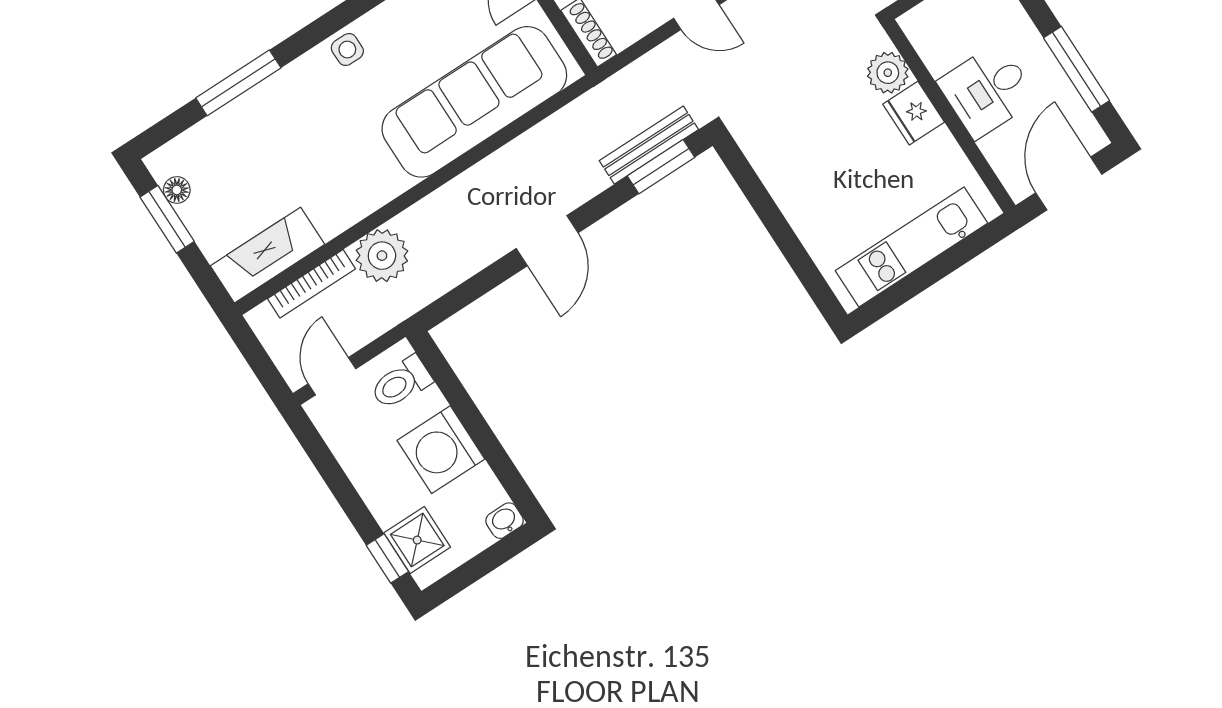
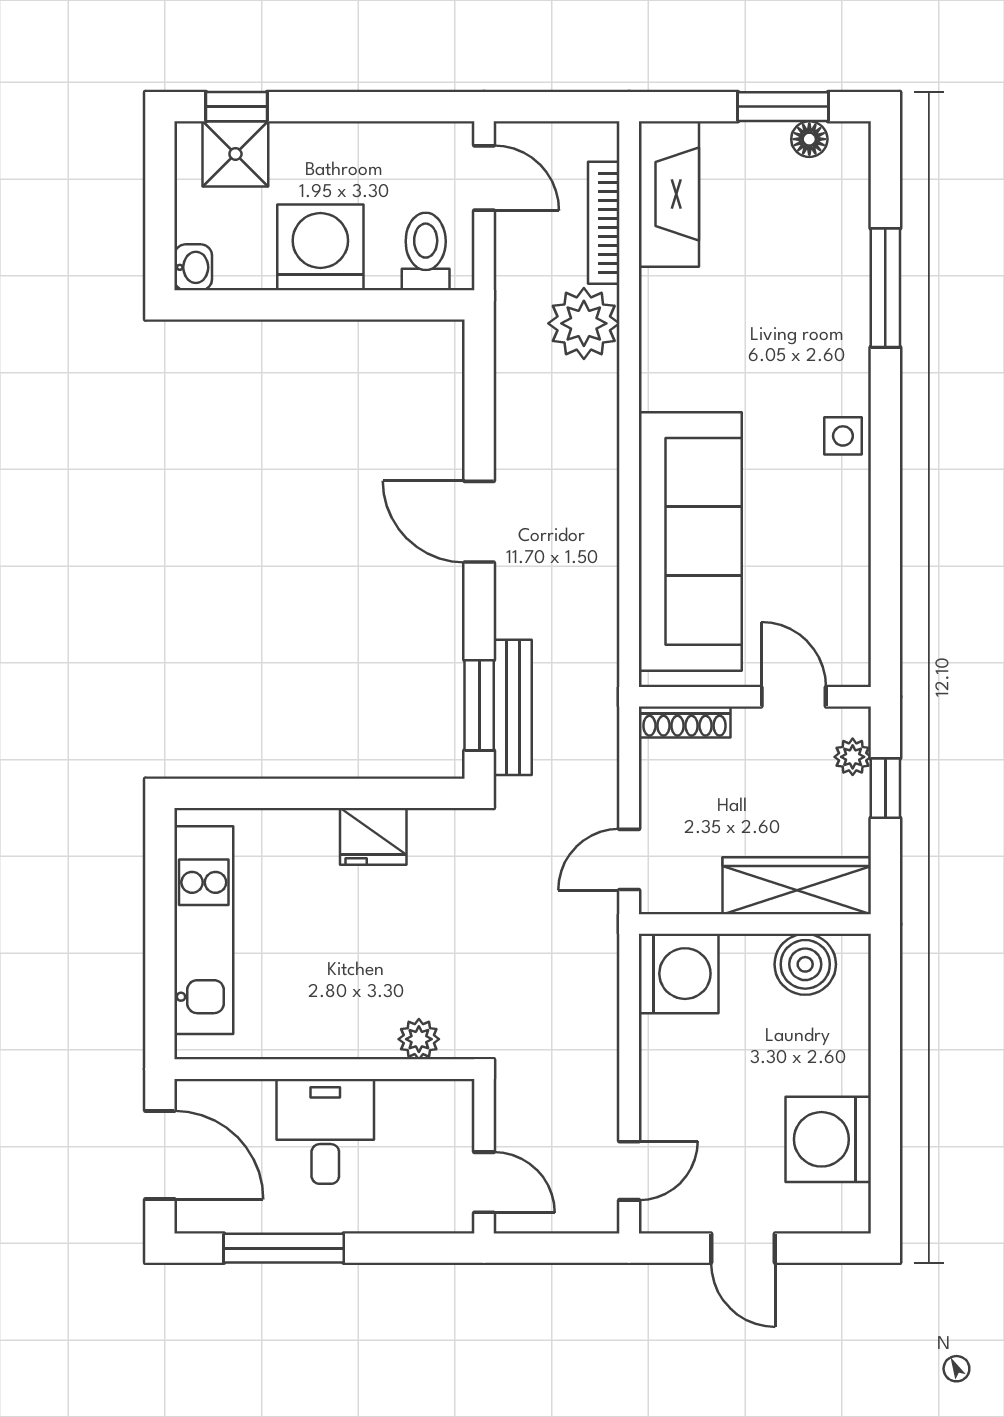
plant: (888, 73) -> (419, 1039), width x0.73, depth x0.73
fridge: (914, 113) -> (373, 836), moved, turned 180

